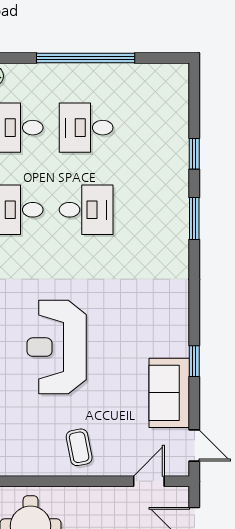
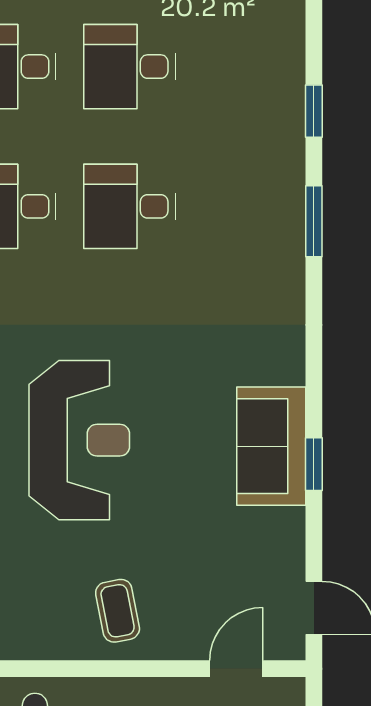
desk: (86, 210) -> (130, 206), turned 180
reception desk: (57, 347) -> (79, 440), turned 180
sofa: (169, 393) -> (271, 446), moved

